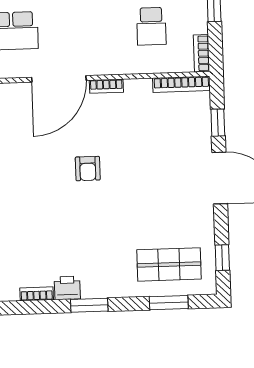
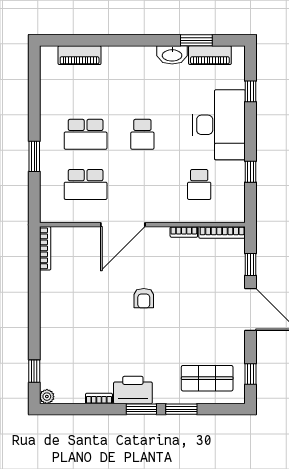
bookcase: (202, 53) -> (239, 208), removed
bookcase: (106, 86) -> (184, 232), moved
printer: (67, 288) -> (133, 390), width x1.87, depth x1.48
window: (169, 303) -> (181, 409), moved

